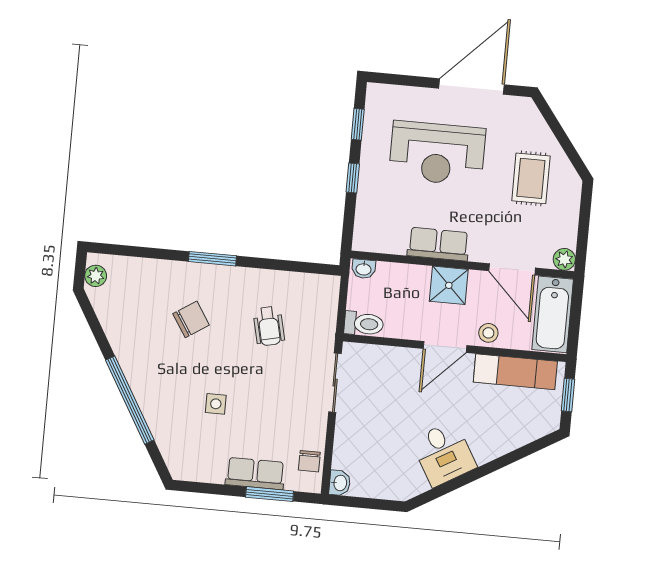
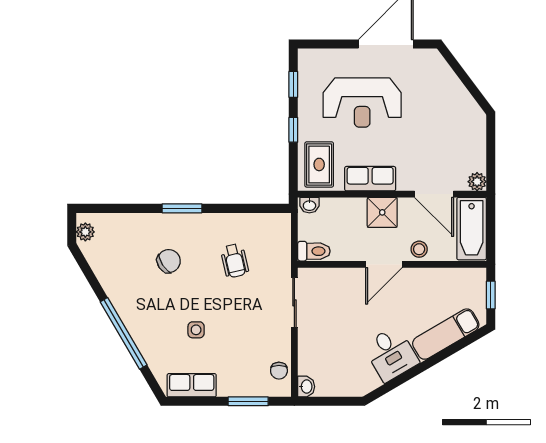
rug: (531, 178) -> (319, 164), moved
exam couch: (515, 372) -> (446, 334), moved, turned 150
row of seats: (255, 474) -> (192, 385), moved

